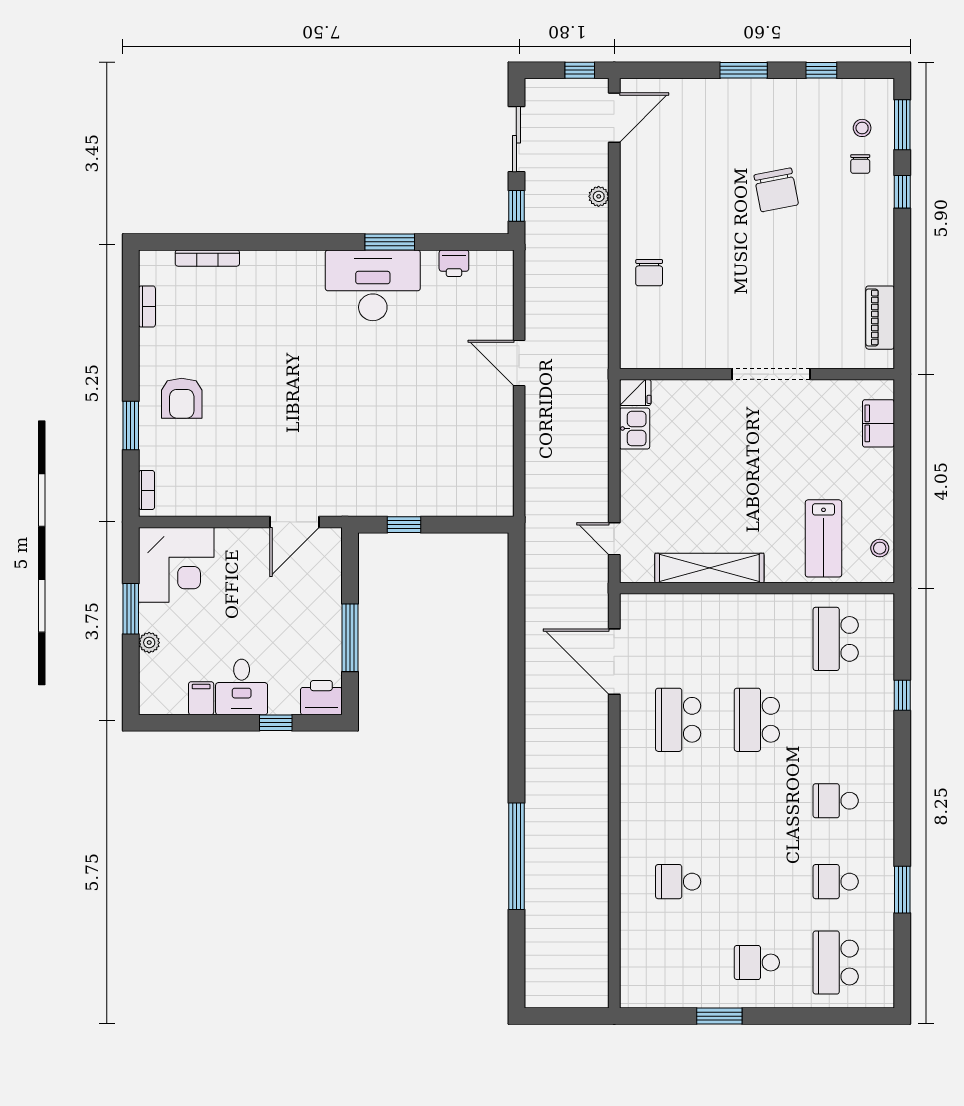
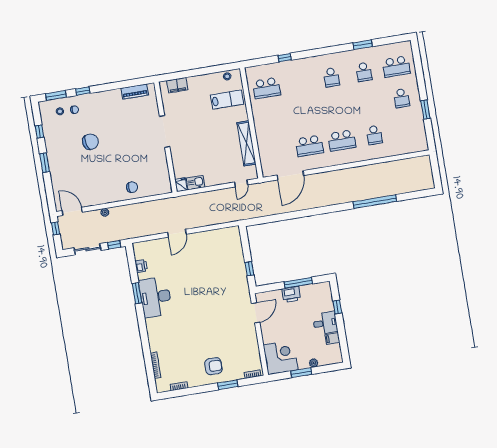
door: (294, 522) -> (256, 313), hinge flipped
printer: (321, 698) -> (291, 294), moved, turned -90
school desk: (757, 720) -> (342, 140), moved

